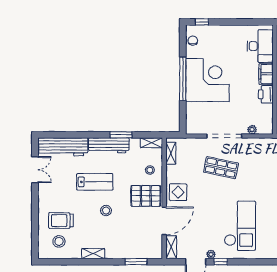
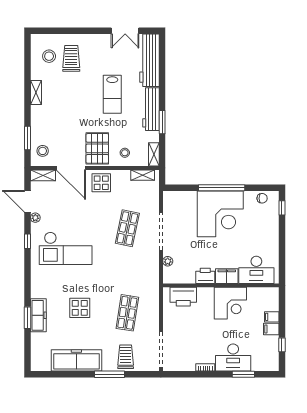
stool: (106, 211) -> (43, 151), moved
window: (221, 262) -> (27, 241), moved

